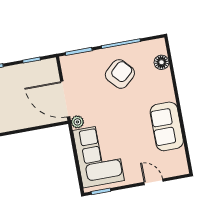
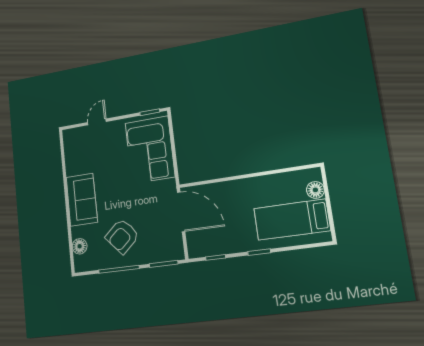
plant: (77, 122) -> (170, 186), removed
sofa: (167, 126) -> (82, 200), moved
door: (154, 182) -> (97, 122), swing flipped

